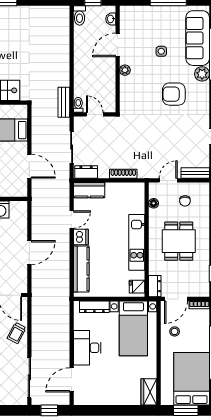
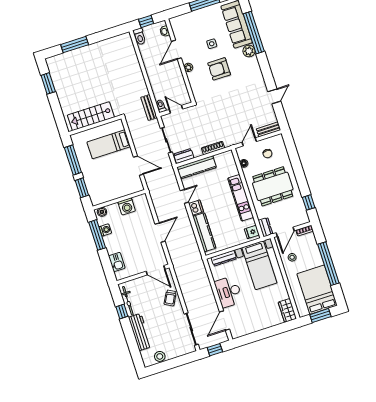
armchair: (174, 94) -> (219, 69), moved
kitchen counter: (89, 190) -> (197, 167), width x1.50
dining table: (179, 241) -> (273, 186), width x1.37

